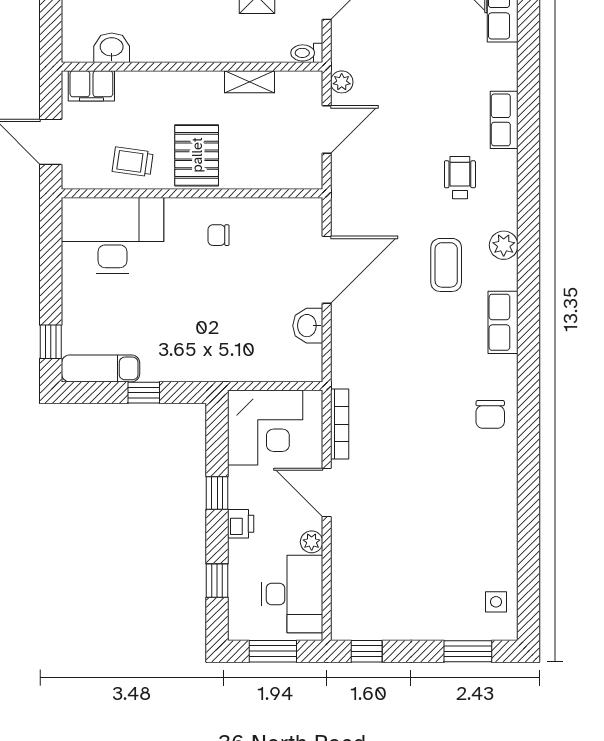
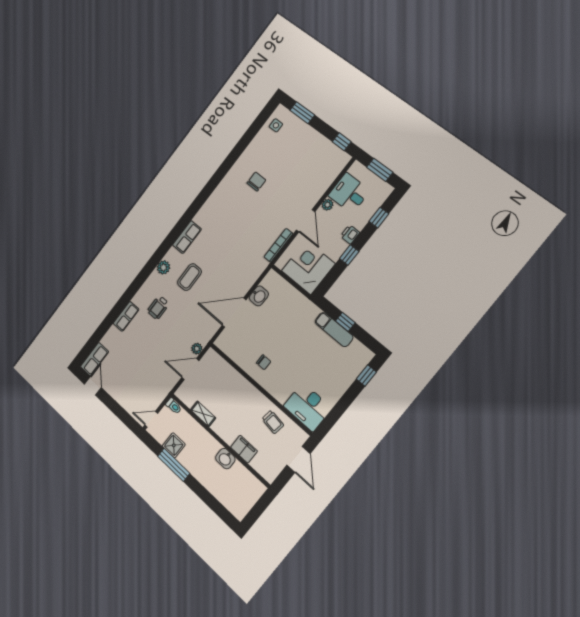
washbasin: (112, 48) -> (225, 459), moved
plant: (342, 82) -> (197, 349), moved
filing cabinet: (91, 86) -> (244, 449), moved
pallet: (197, 155) -> (246, 402), removed
desk: (113, 236) -> (308, 407), width x0.73, depth x0.77
exam couch: (101, 368) -> (334, 330), moved
chair: (490, 414) -> (256, 182), moved
desk: (292, 594) -> (349, 193), width x0.73

